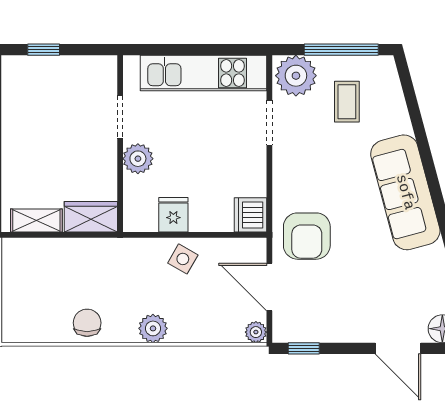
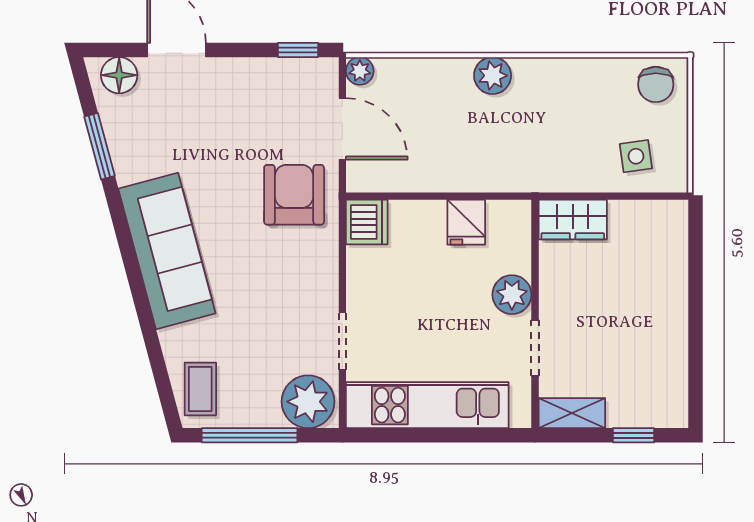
coffee table: (347, 102) -> (200, 389), moved
shelving: (36, 221) -> (572, 413), moved
side table: (183, 259) -> (636, 156), moved, turned -38
chair: (87, 323) -> (656, 84), moved

